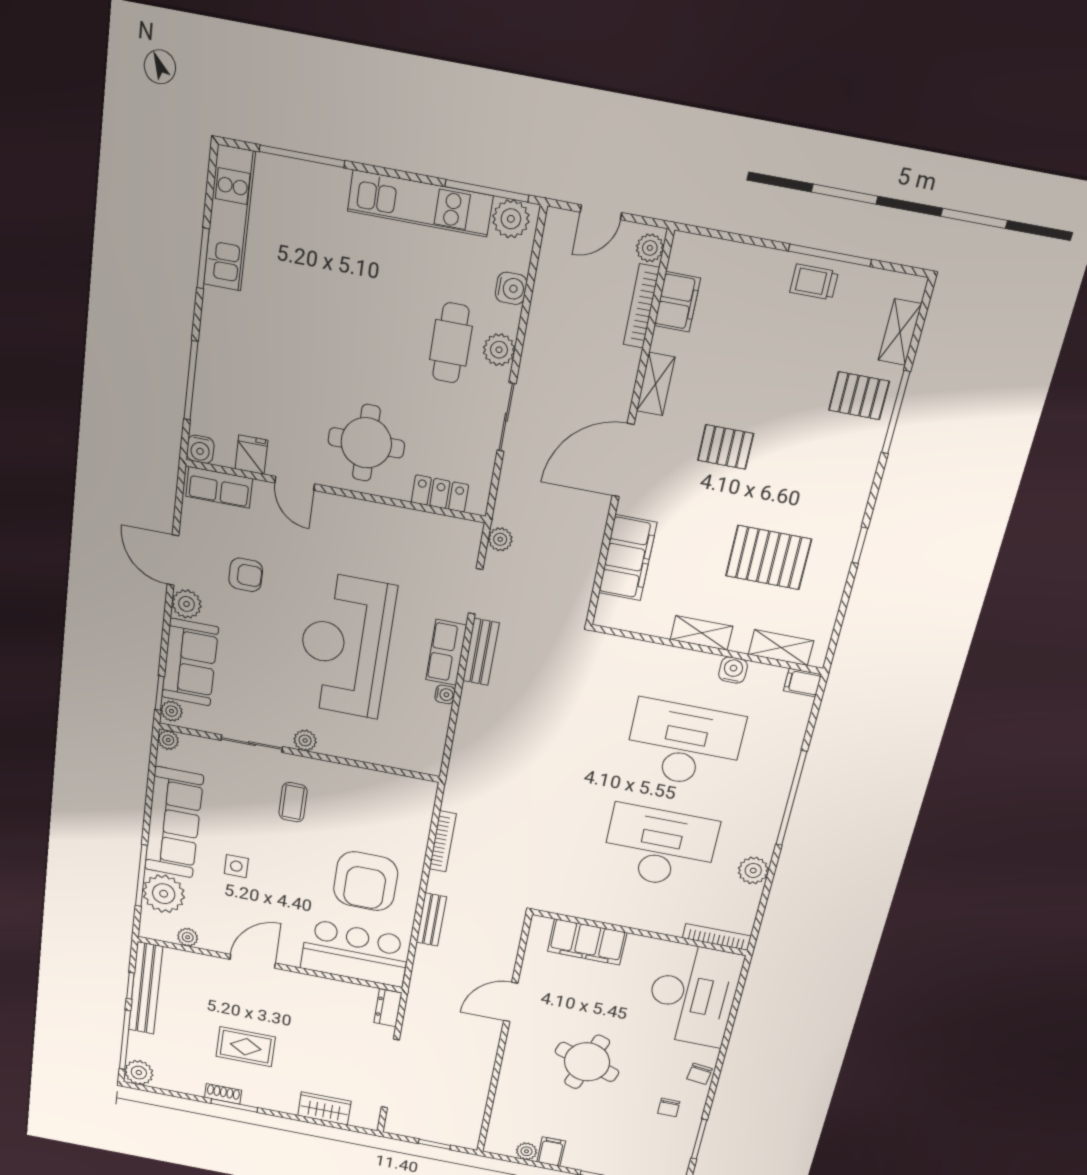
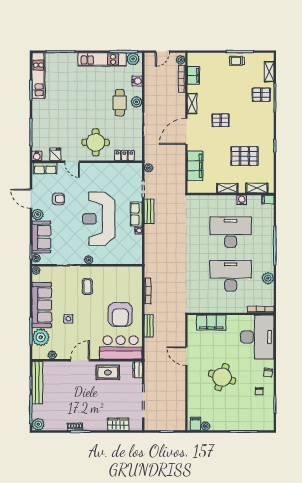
door: (511, 1002) -> (186, 356), hinge flipped
rug: (246, 1047) -> (108, 372), moved
filing cabinet: (551, 1152) -> (195, 424), moved

